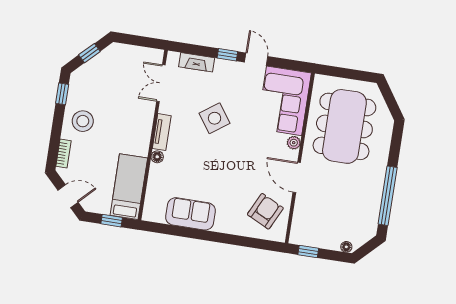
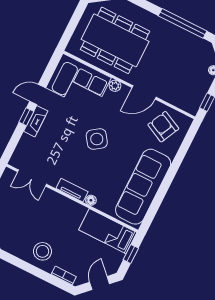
fireplace: (197, 62) -> (36, 121), moved
window: (62, 94) -> (15, 261), removed
side table: (215, 118) -> (97, 139), moved
sofa: (190, 214) -> (143, 187), width x1.85, depth x1.27

